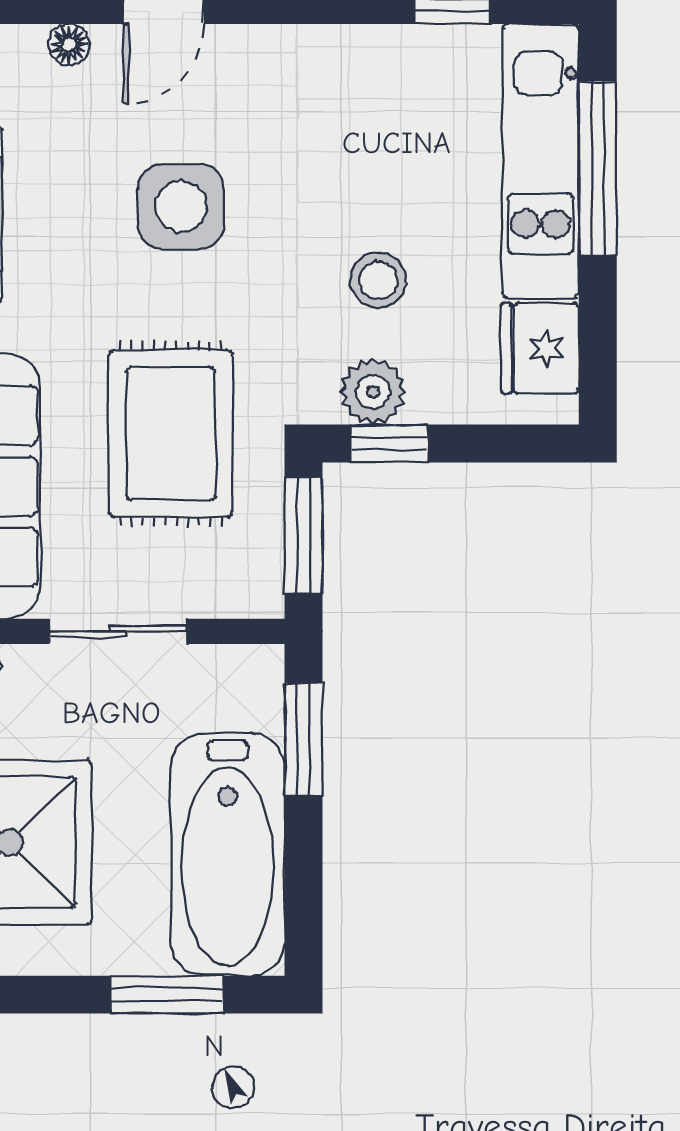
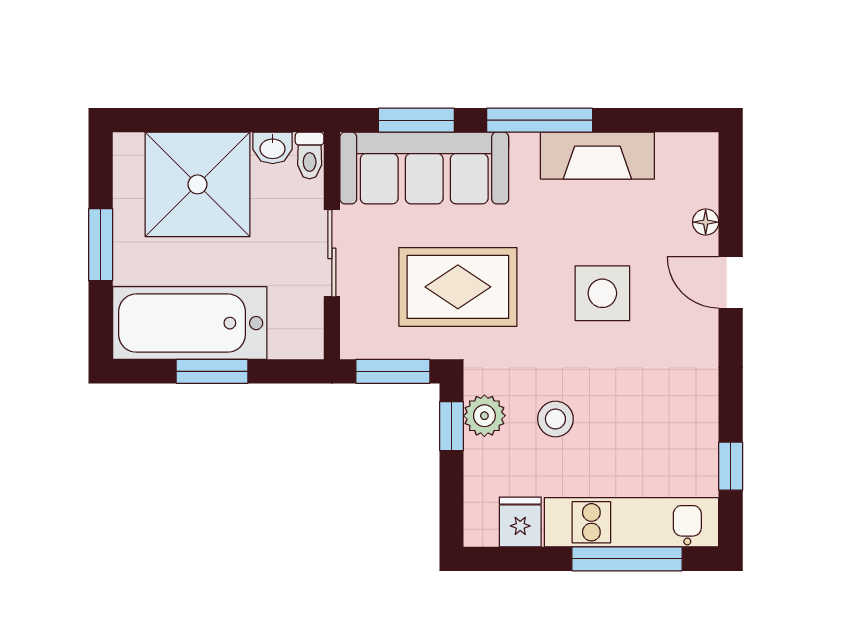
fridge: (540, 348) -> (520, 522), width x0.72
window: (303, 739) -> (212, 371), moved
window: (167, 995) -> (101, 245), moved

